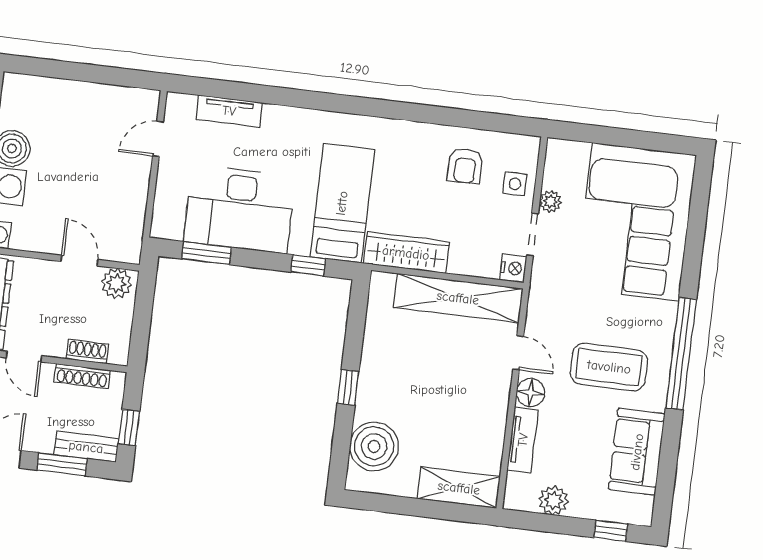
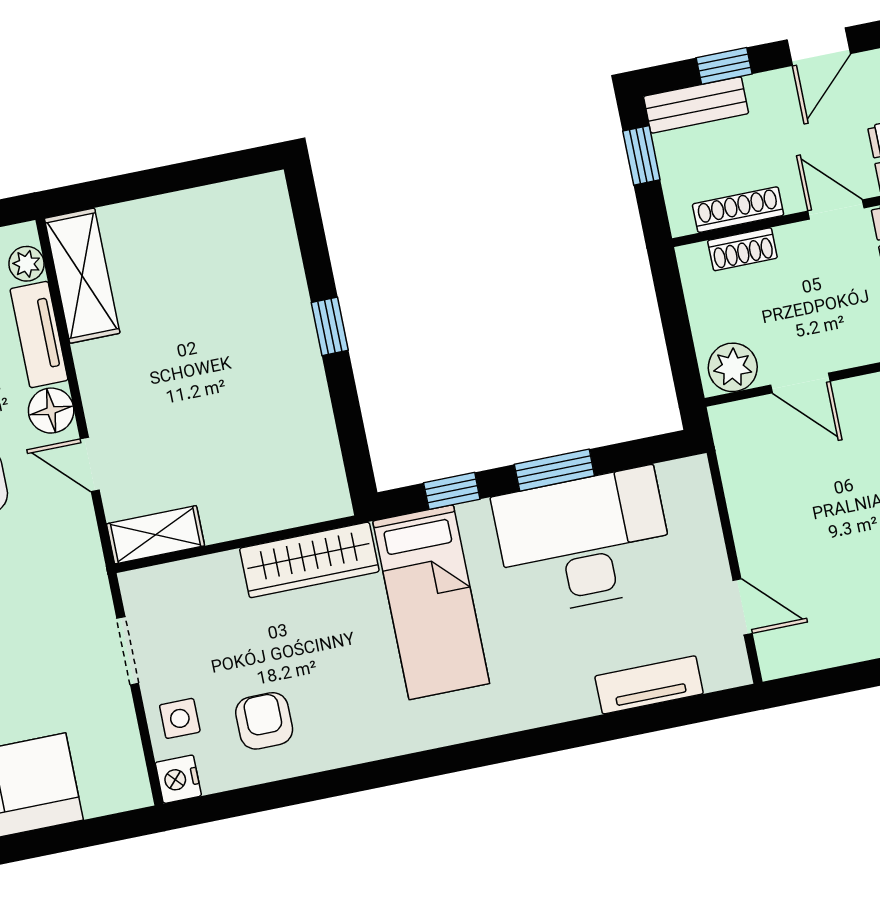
door: (158, 139) -> (743, 607), hinge flipped
plant: (550, 202) -> (27, 264), moved
window: (207, 253) -> (554, 470), moved
nightstand: (513, 268) -> (178, 779), moved
shelving: (458, 298) -> (155, 535), width x0.45, depth x0.75
boiler: (374, 446) -> (261, 250), removed
window: (62, 464) -> (724, 66), width x0.67
shelving: (459, 488) -> (82, 276), moved, turned 90

